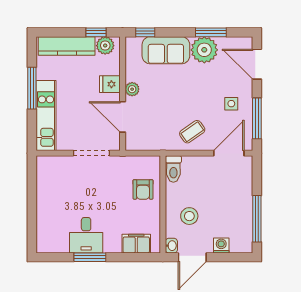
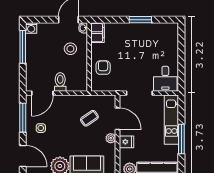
coffee table: (192, 132) -> (89, 118), moved
toilet: (173, 169) -> (60, 82), moved
desk: (86, 235) -> (165, 79), moved, turned 180
filing cabinet: (136, 244) -> (98, 33), moved, turned -90
washing machine: (221, 245) -> (31, 28), moved

